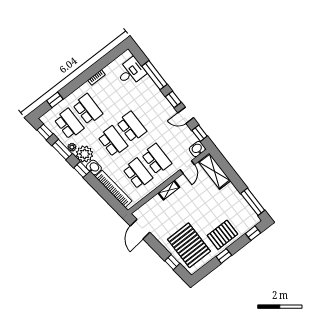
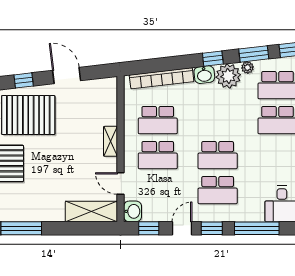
school desk: (113, 141) -> (218, 190), moved
door: (140, 229) -> (67, 76), moved

